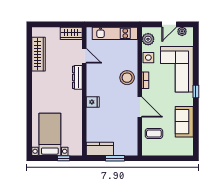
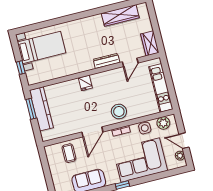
kitchen counter: (100, 149) -> (41, 109), width x1.50
window: (115, 158) -> (31, 109), moved

